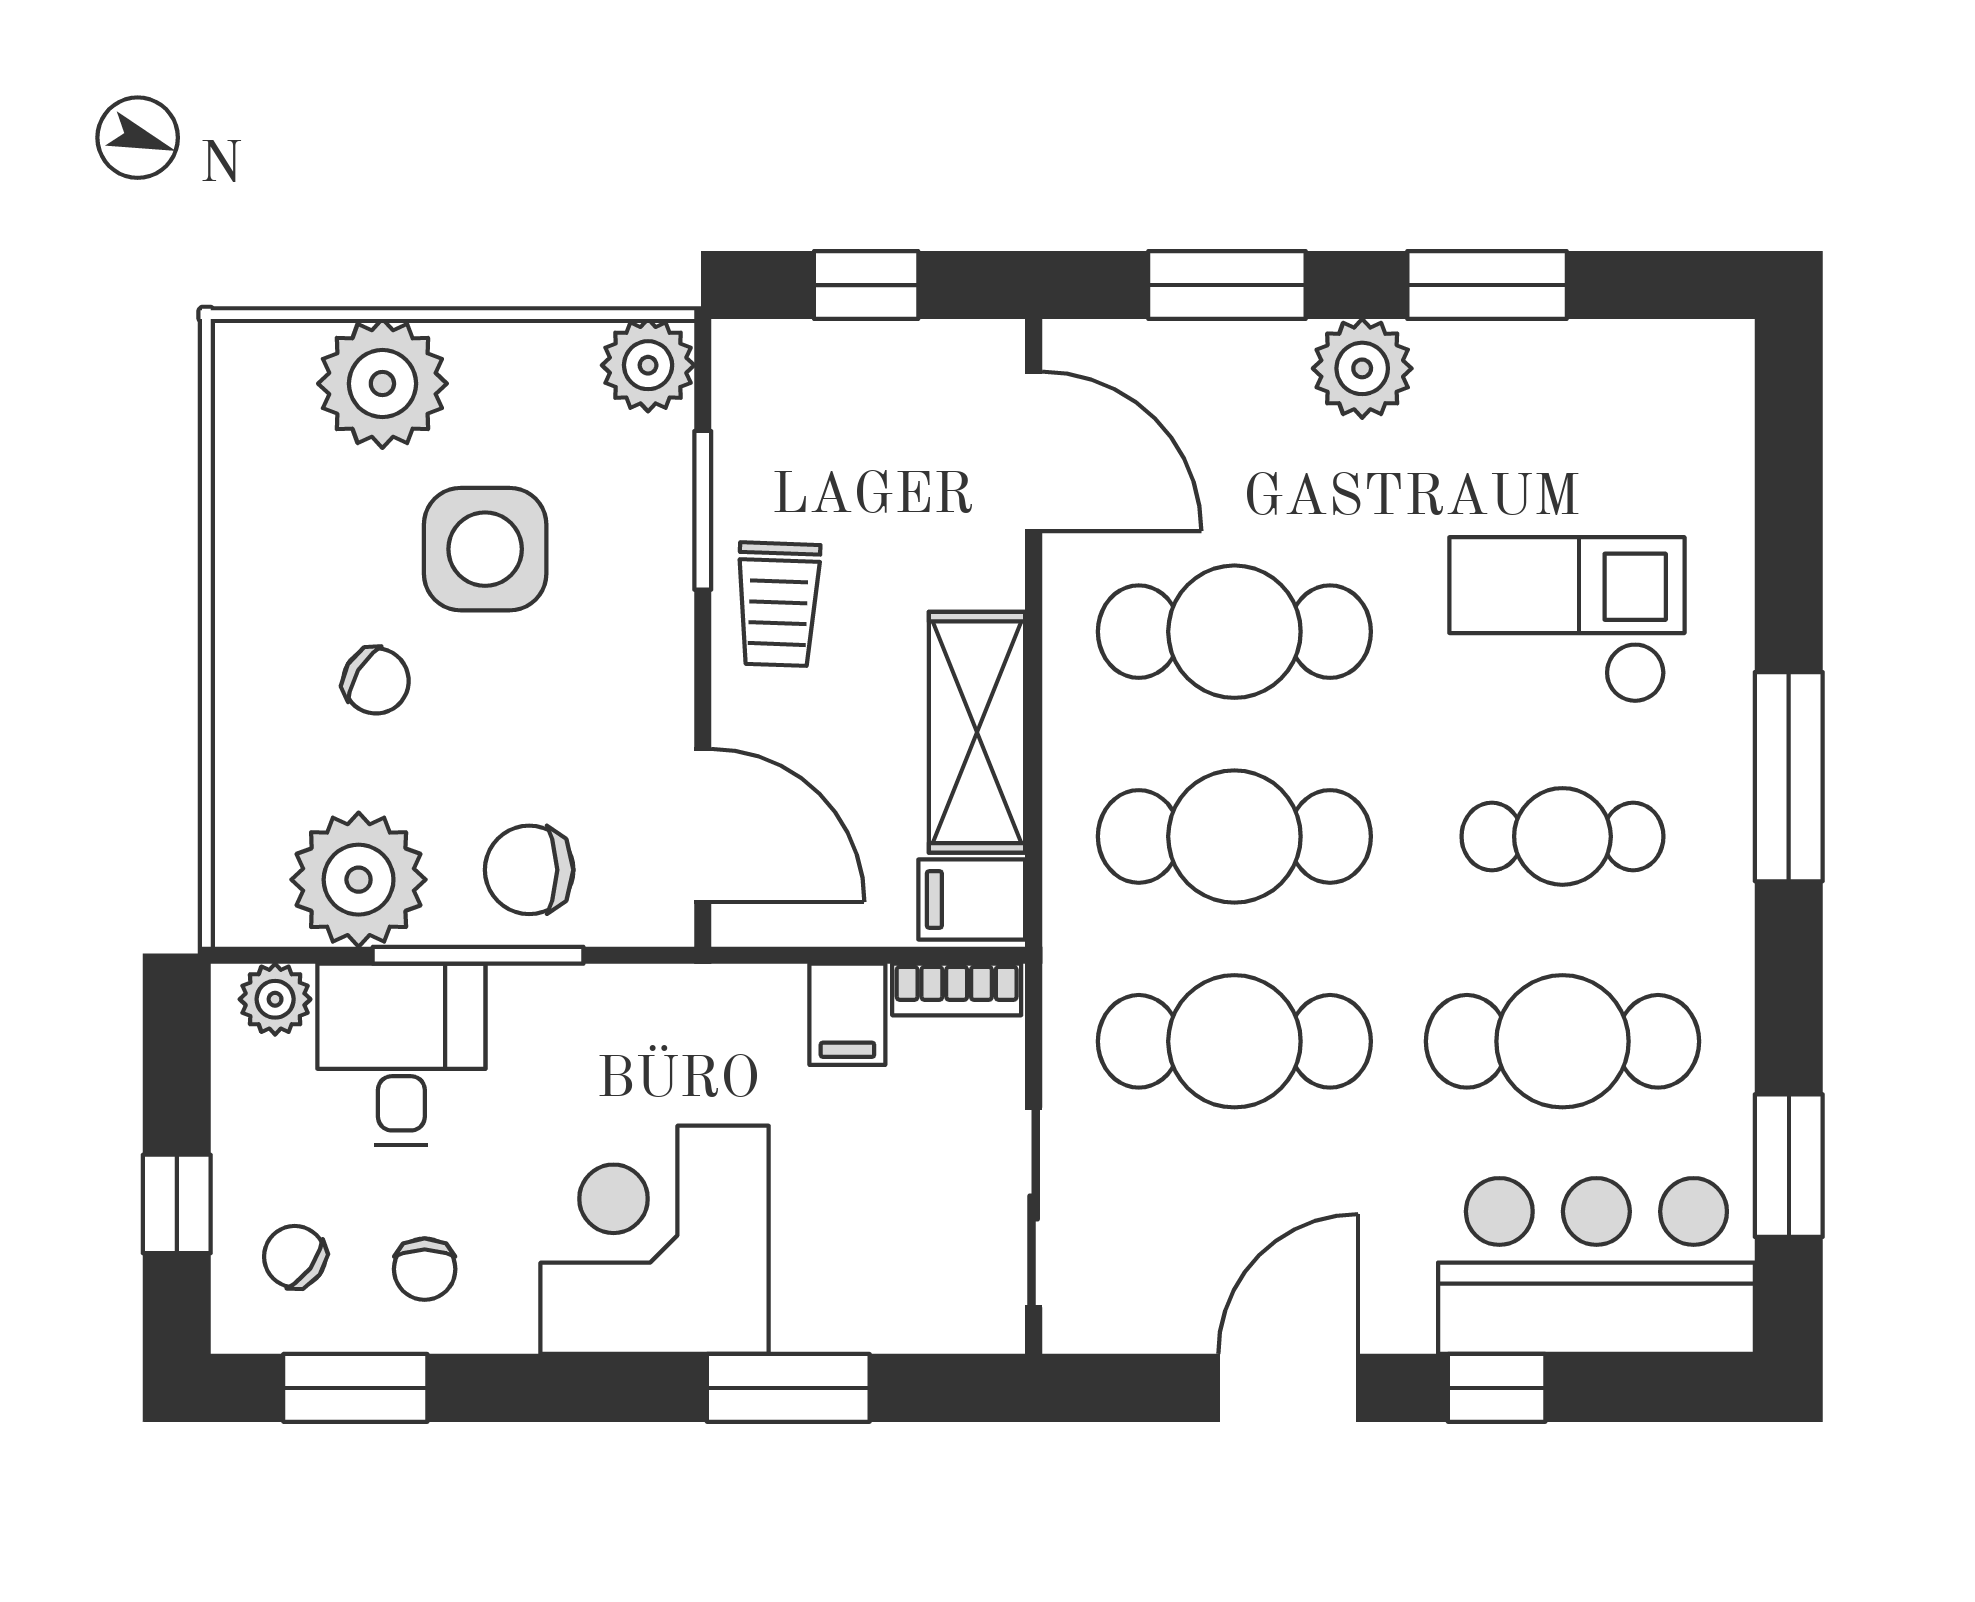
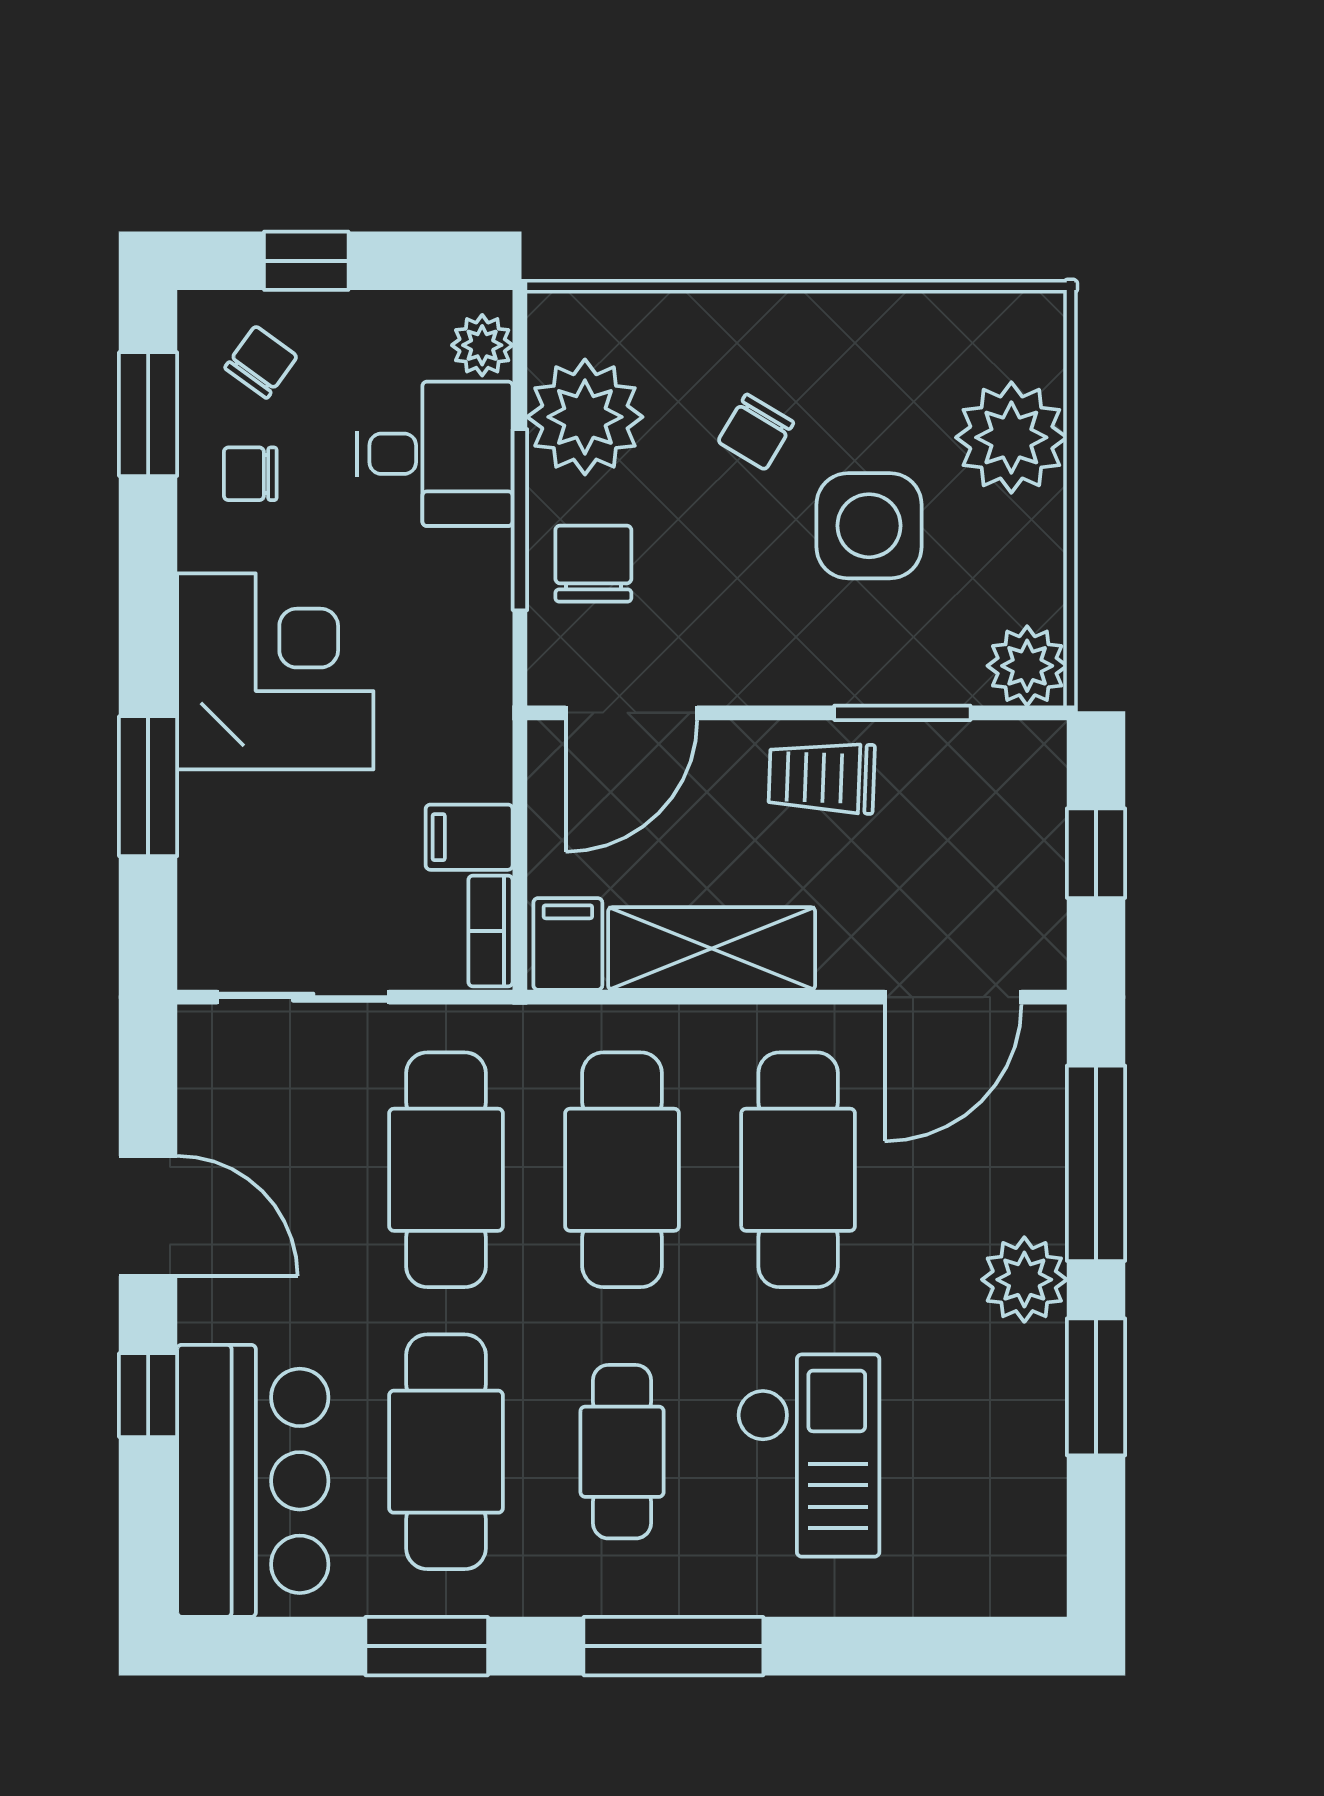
window: (1227, 285) -> (1096, 1163), width x1.44
window: (1789, 1166) -> (427, 1646), moved

